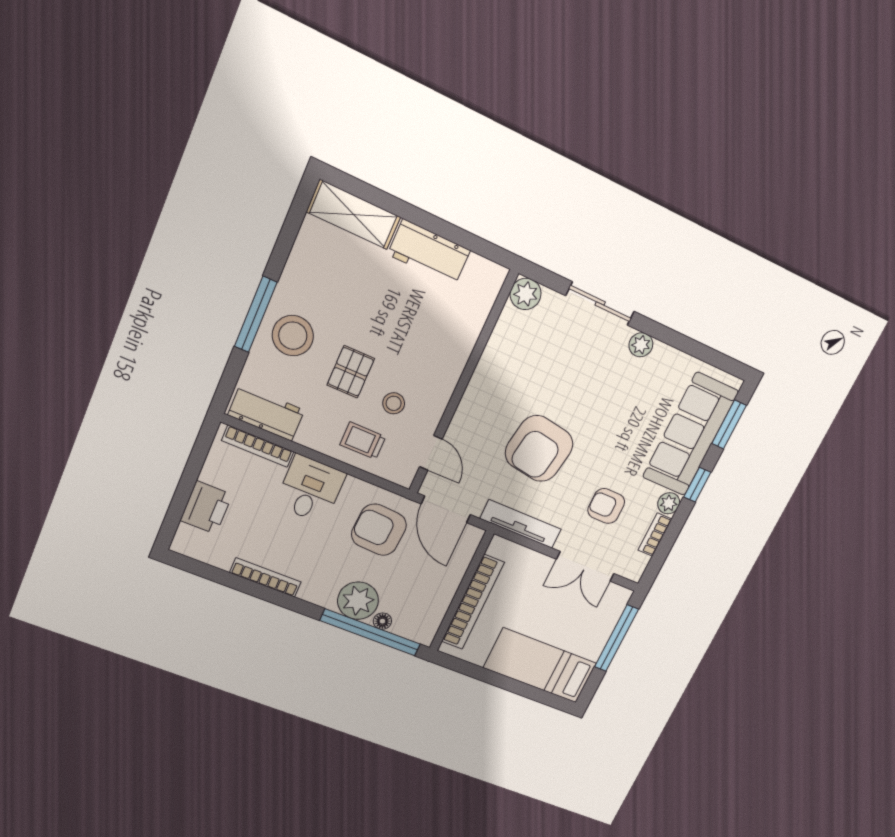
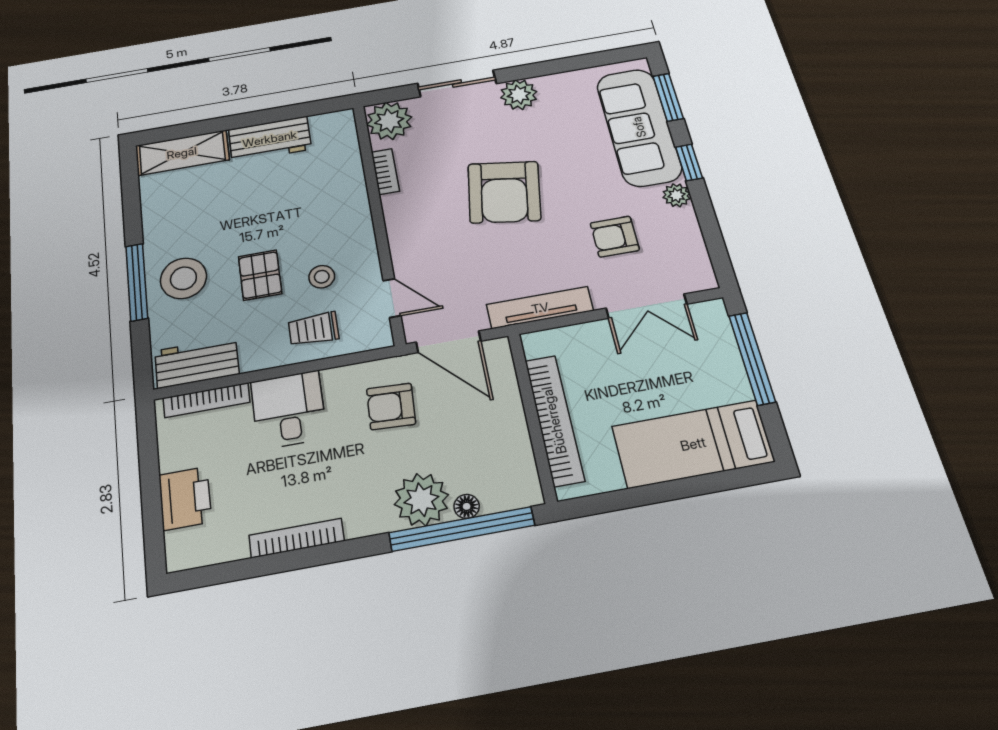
plant: (526, 294) -> (389, 121), width x1.36, depth x1.36
plant: (641, 345) -> (519, 95), width x1.38, depth x1.38
armchair: (539, 449) -> (504, 192), moved
armchair: (379, 530) -> (391, 406), width x0.72, depth x0.72
bookcase: (655, 535) -> (385, 172), moved, turned 180

